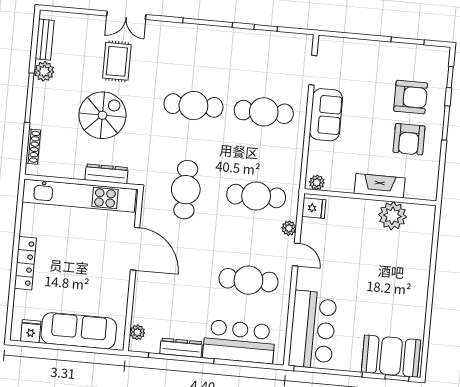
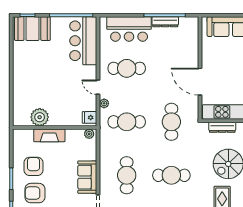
cafe table: (264, 112) -> (127, 175), turned 90
plant: (137, 332) -> (194, 29), removed

